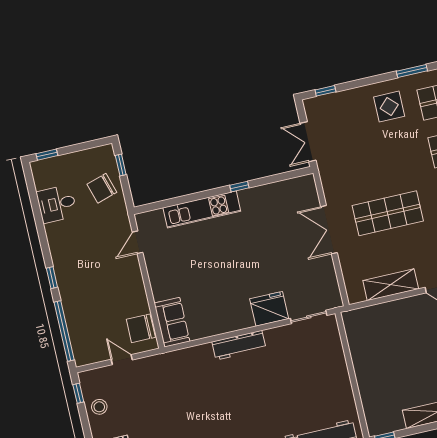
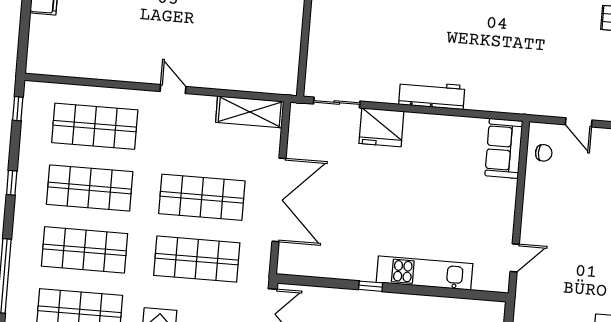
shop shelf: (377, 165) -> (197, 259), added
double door: (329, 230) -> (279, 200), width x1.36
shelving: (391, 285) -> (250, 112), moved
chair: (141, 328) -> (544, 153), width x0.54, depth x0.54

